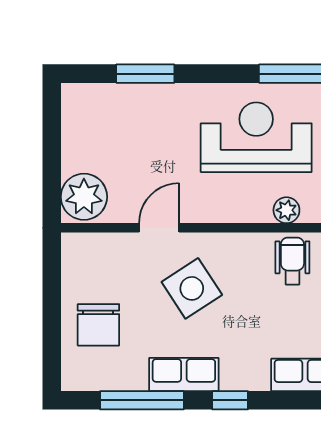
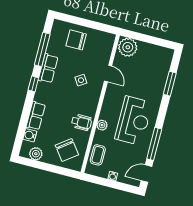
side table: (192, 288) -> (81, 80), width x0.54, depth x0.54

